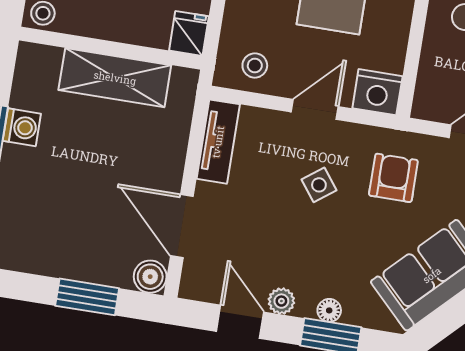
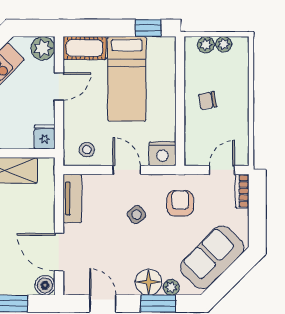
door: (315, 109) -> (127, 170), hinge flipped
plant: (281, 301) -> (171, 287), moved
floor lamp: (329, 310) -> (149, 282), width x1.89, depth x1.89

